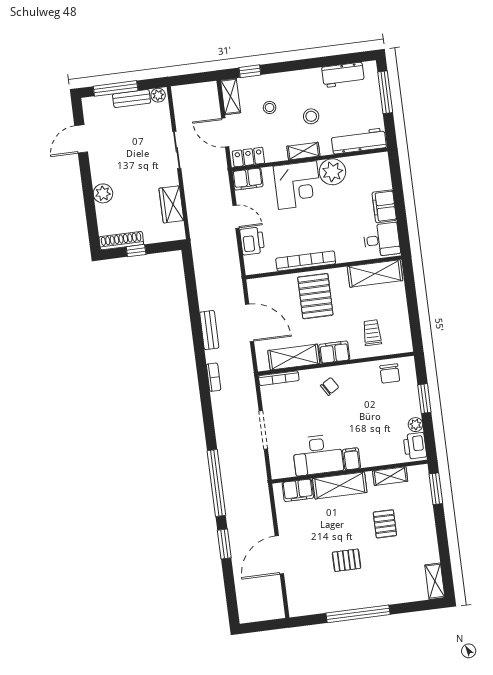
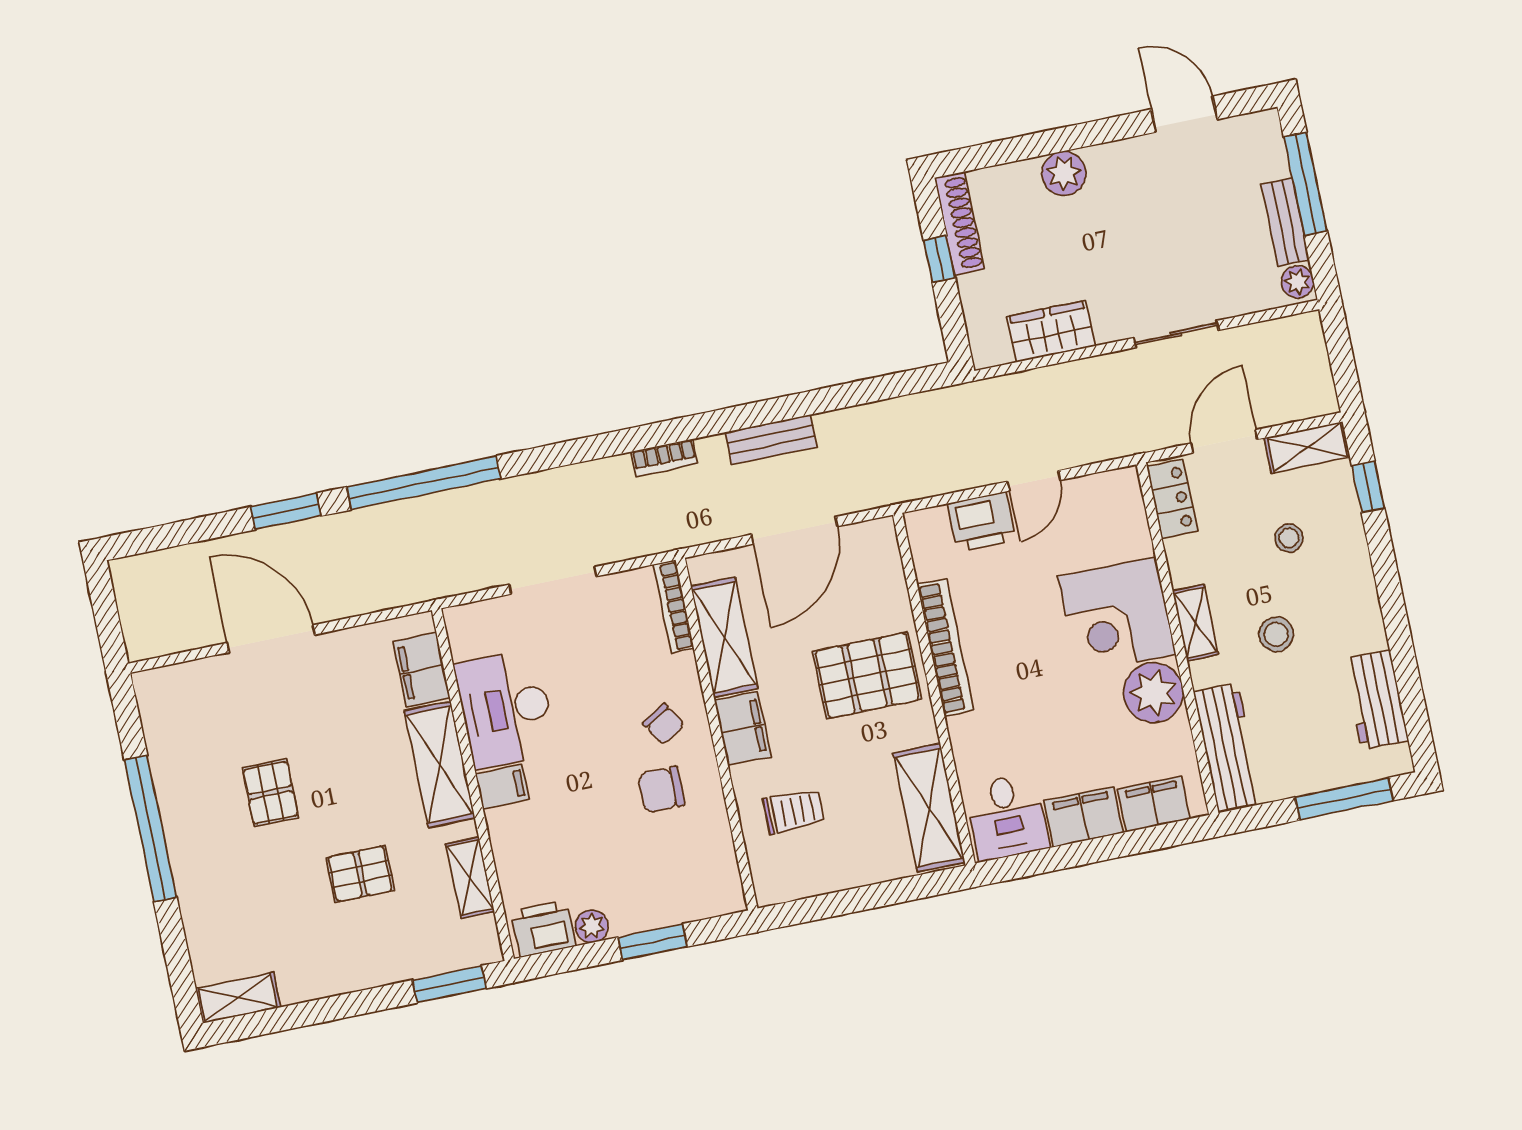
filing cabinet: (248, 179) -> (1154, 804), moved, turned 90
chair: (390, 373) -> (661, 790), moved

